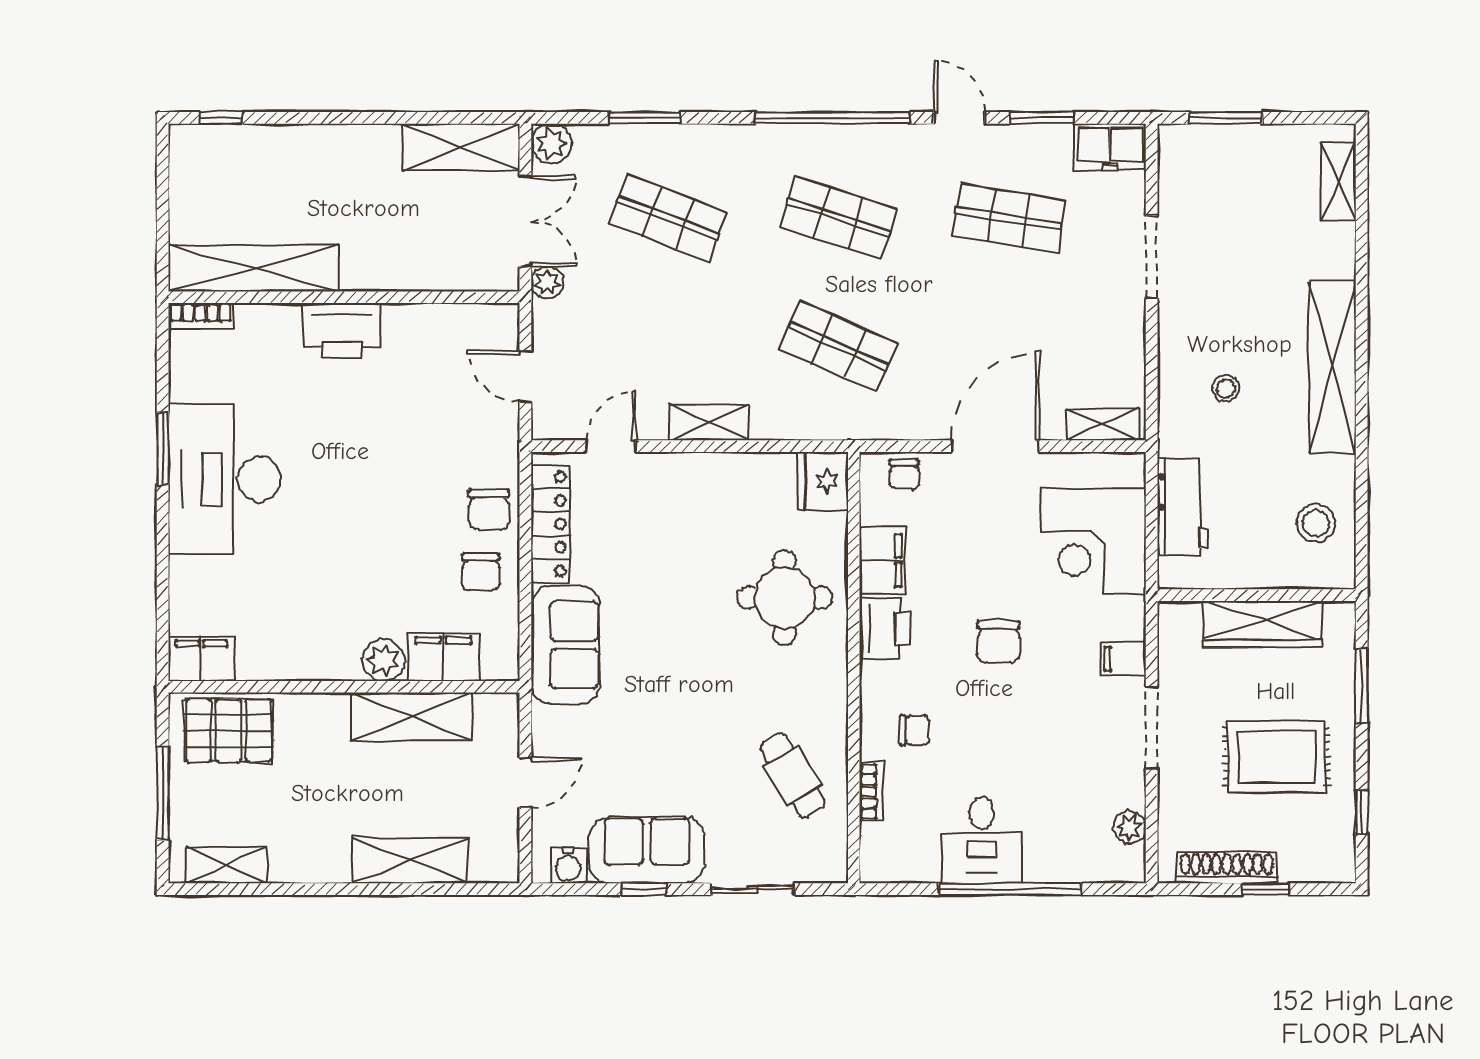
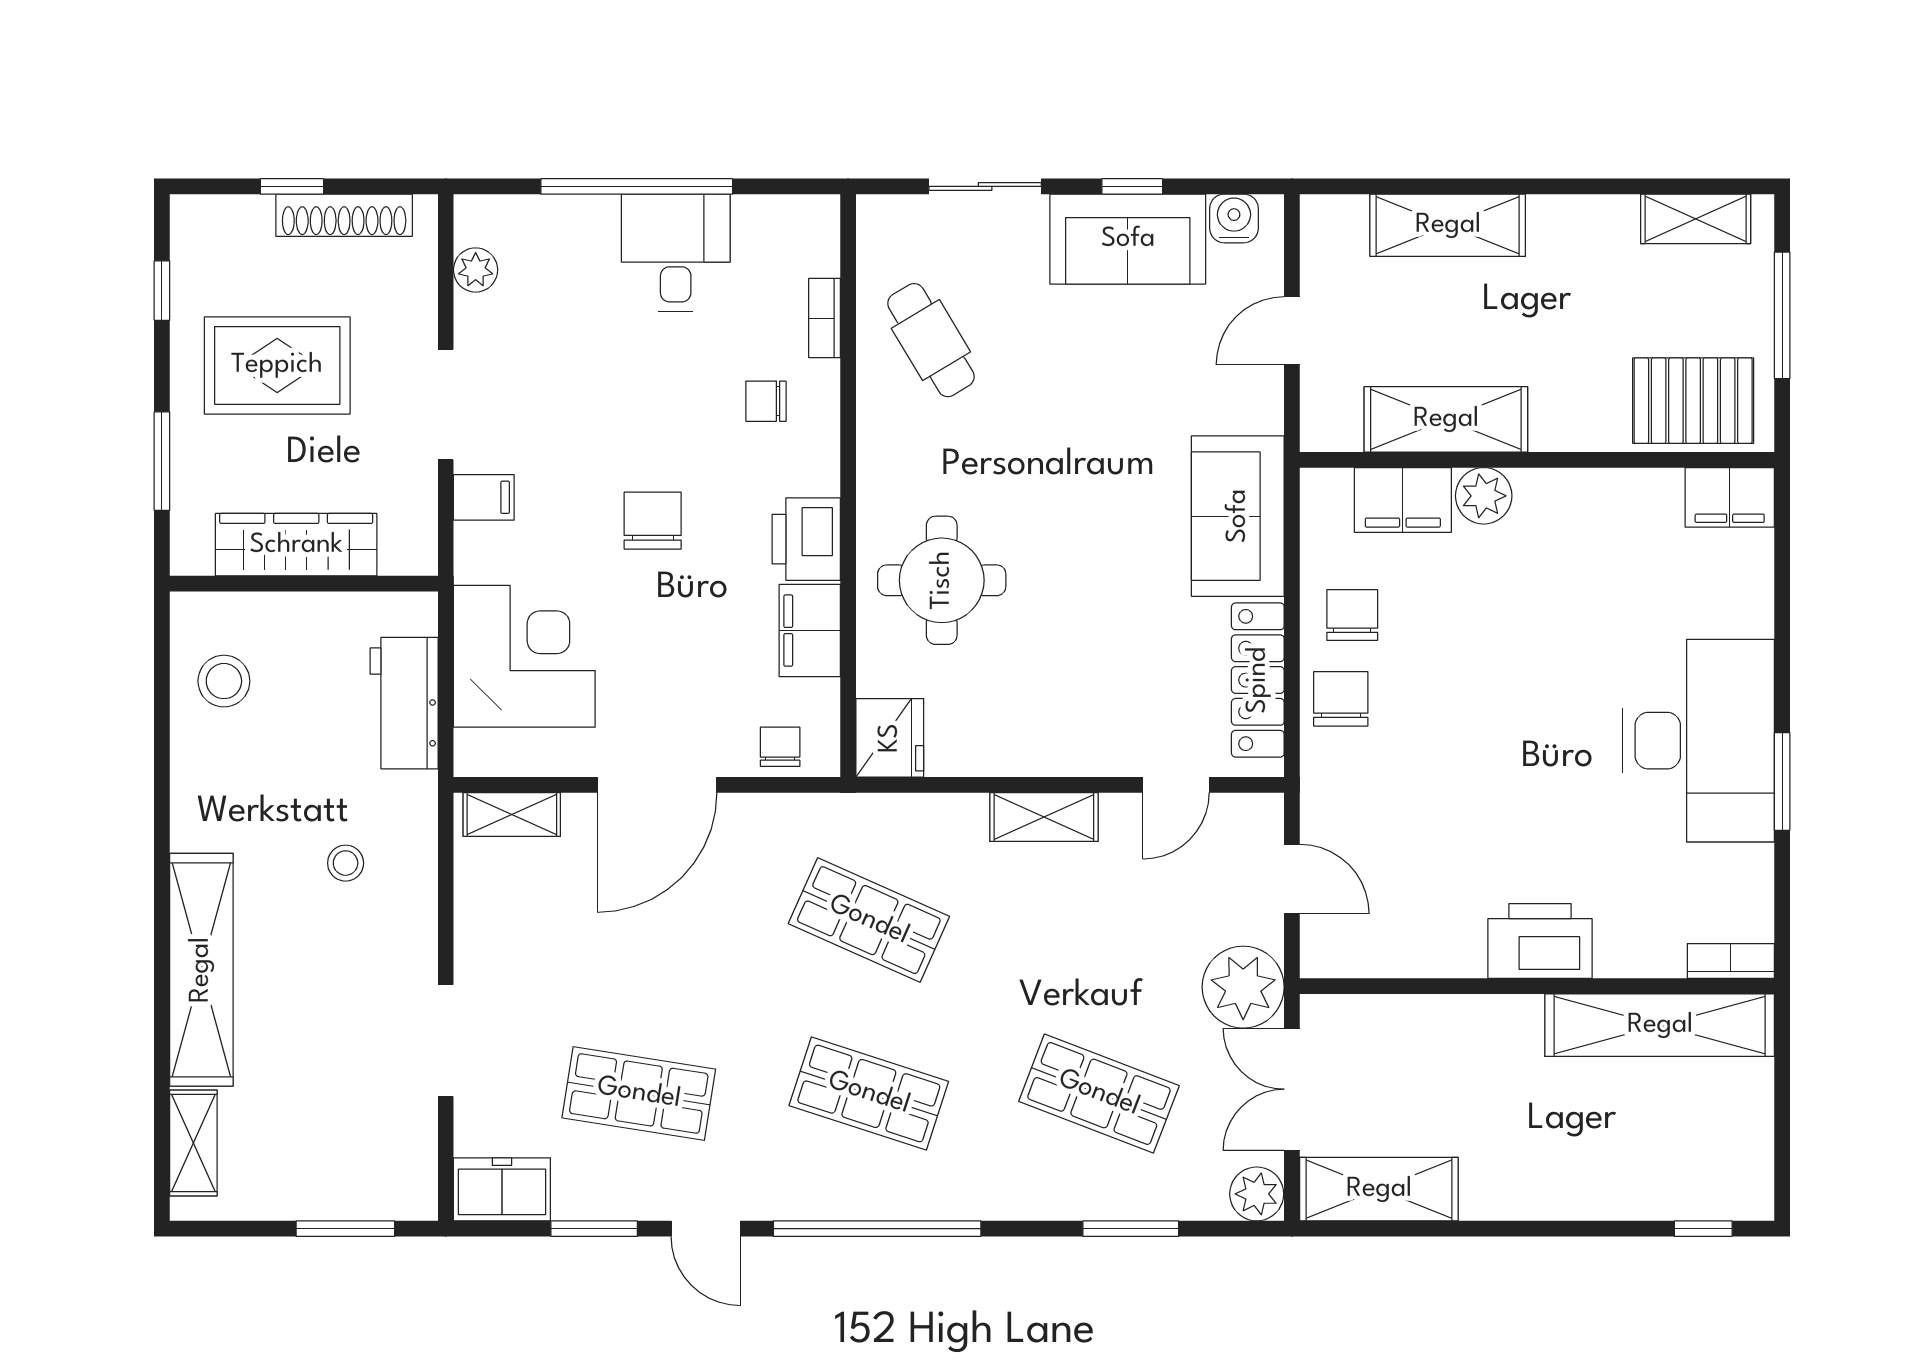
plant: (547, 282) -> (1243, 987), width x1.88, depth x1.88
shelving: (1332, 367) -> (201, 970), moved

